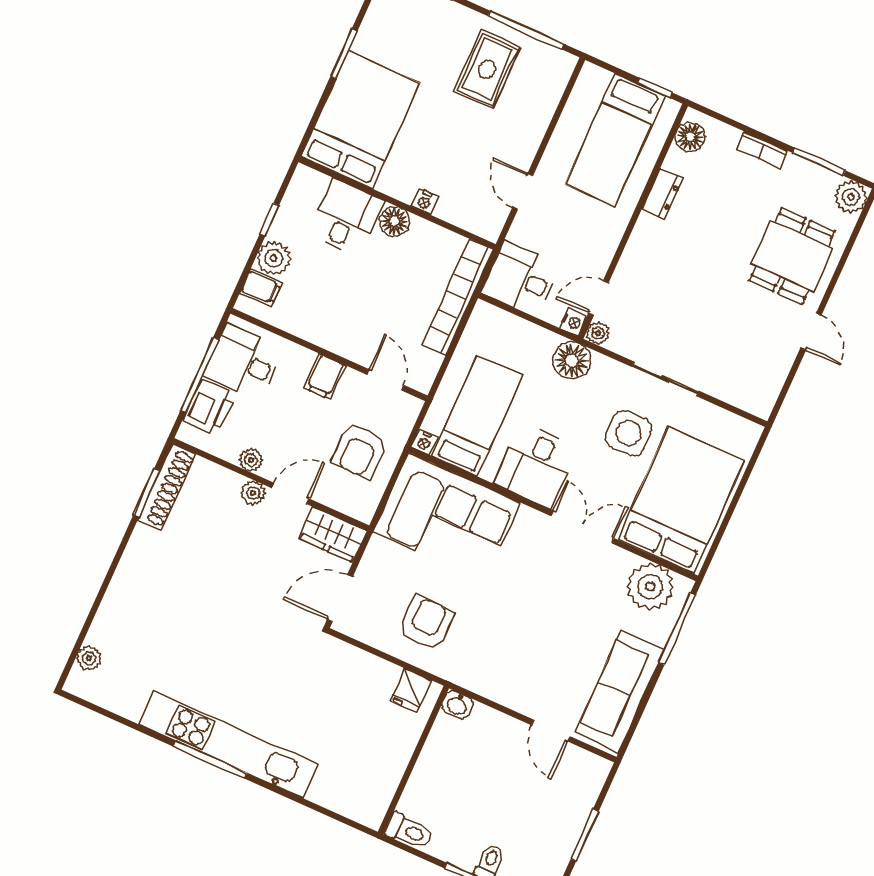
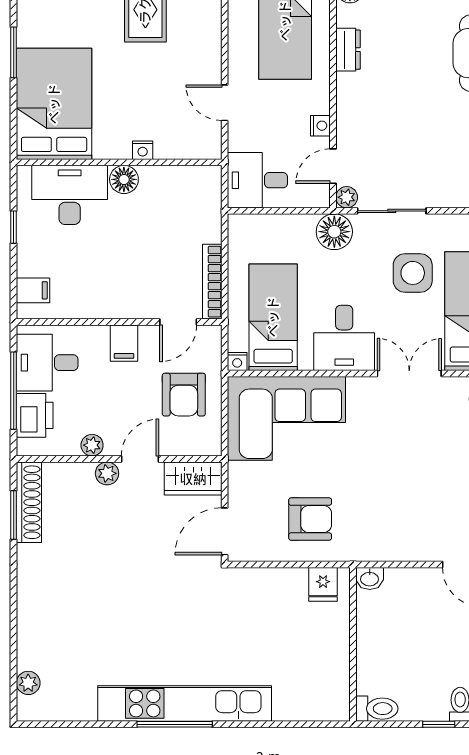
desk: (346, 217) -> (70, 195), width x1.37
plant: (274, 258) -> (33, 259), removed
bookcase: (458, 297) -> (212, 282), moved, width x0.68, depth x0.76
nightstand: (573, 322) -> (320, 126), moved
sliding door: (665, 379) -> (392, 211), moved
door: (385, 380) -> (178, 322), swing flipped
armchair: (426, 623) -> (310, 519), turned 90

